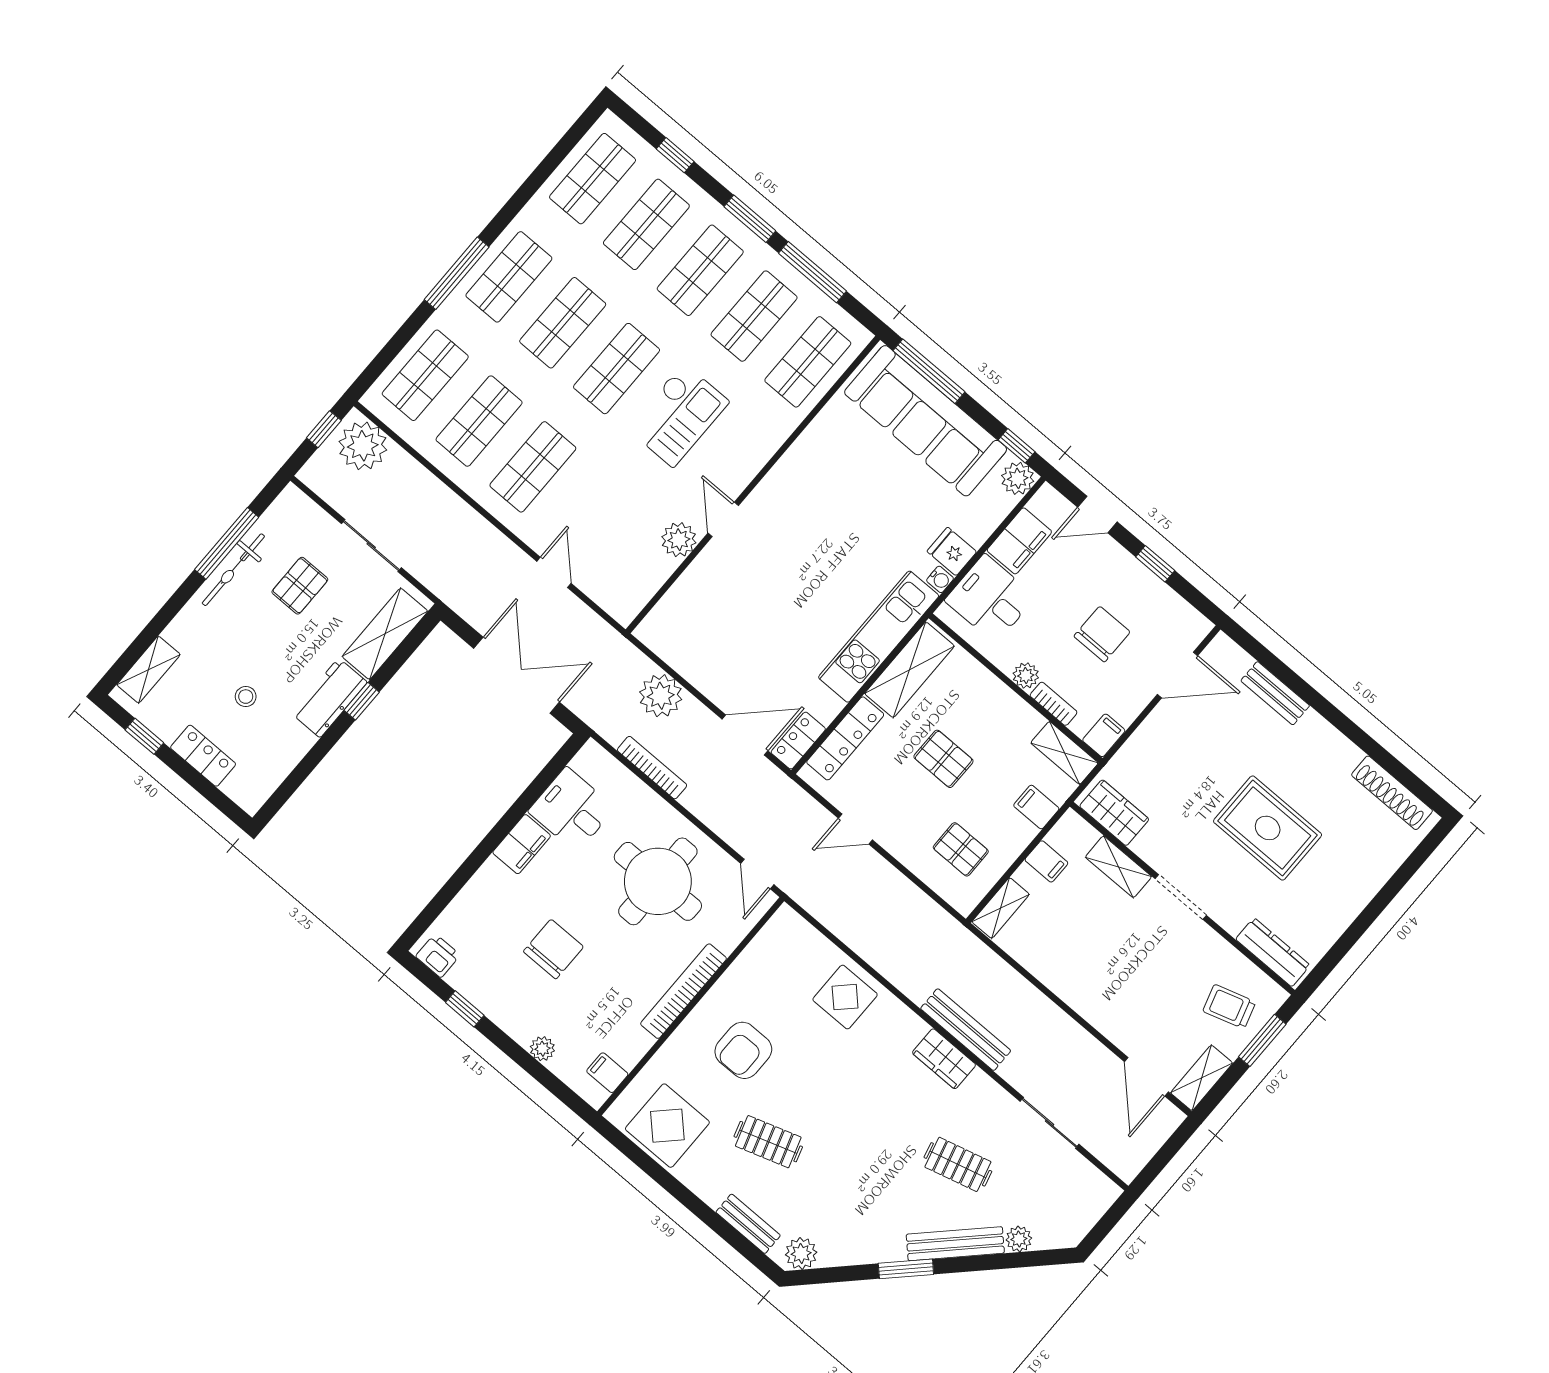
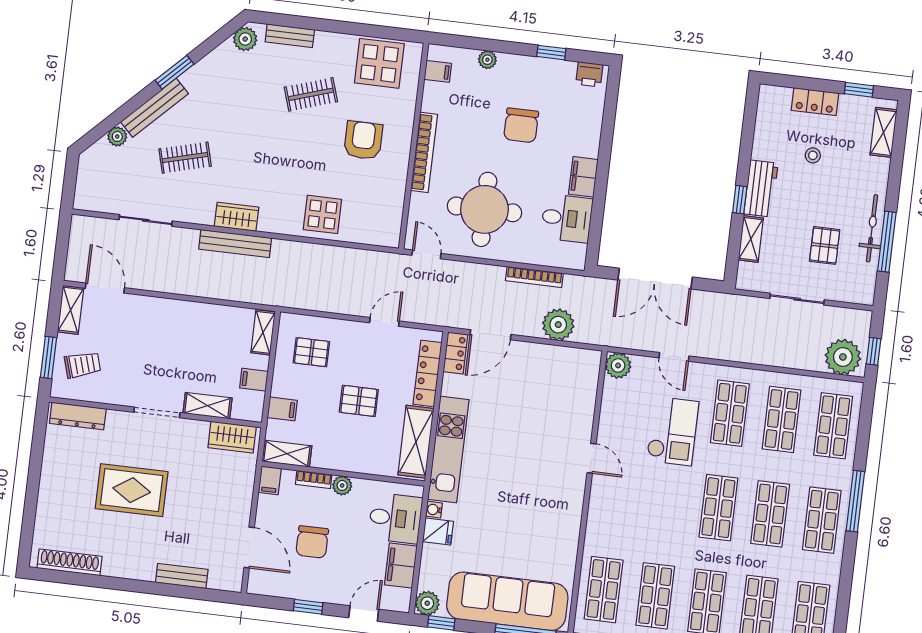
checkout: (678, 415) -> (673, 431), moved, turned 180
plant: (679, 540) -> (618, 365), moved
shelving: (385, 634) -> (751, 239), width x0.67, depth x0.75
door: (1178, 675) -> (249, 548), swing flipped

